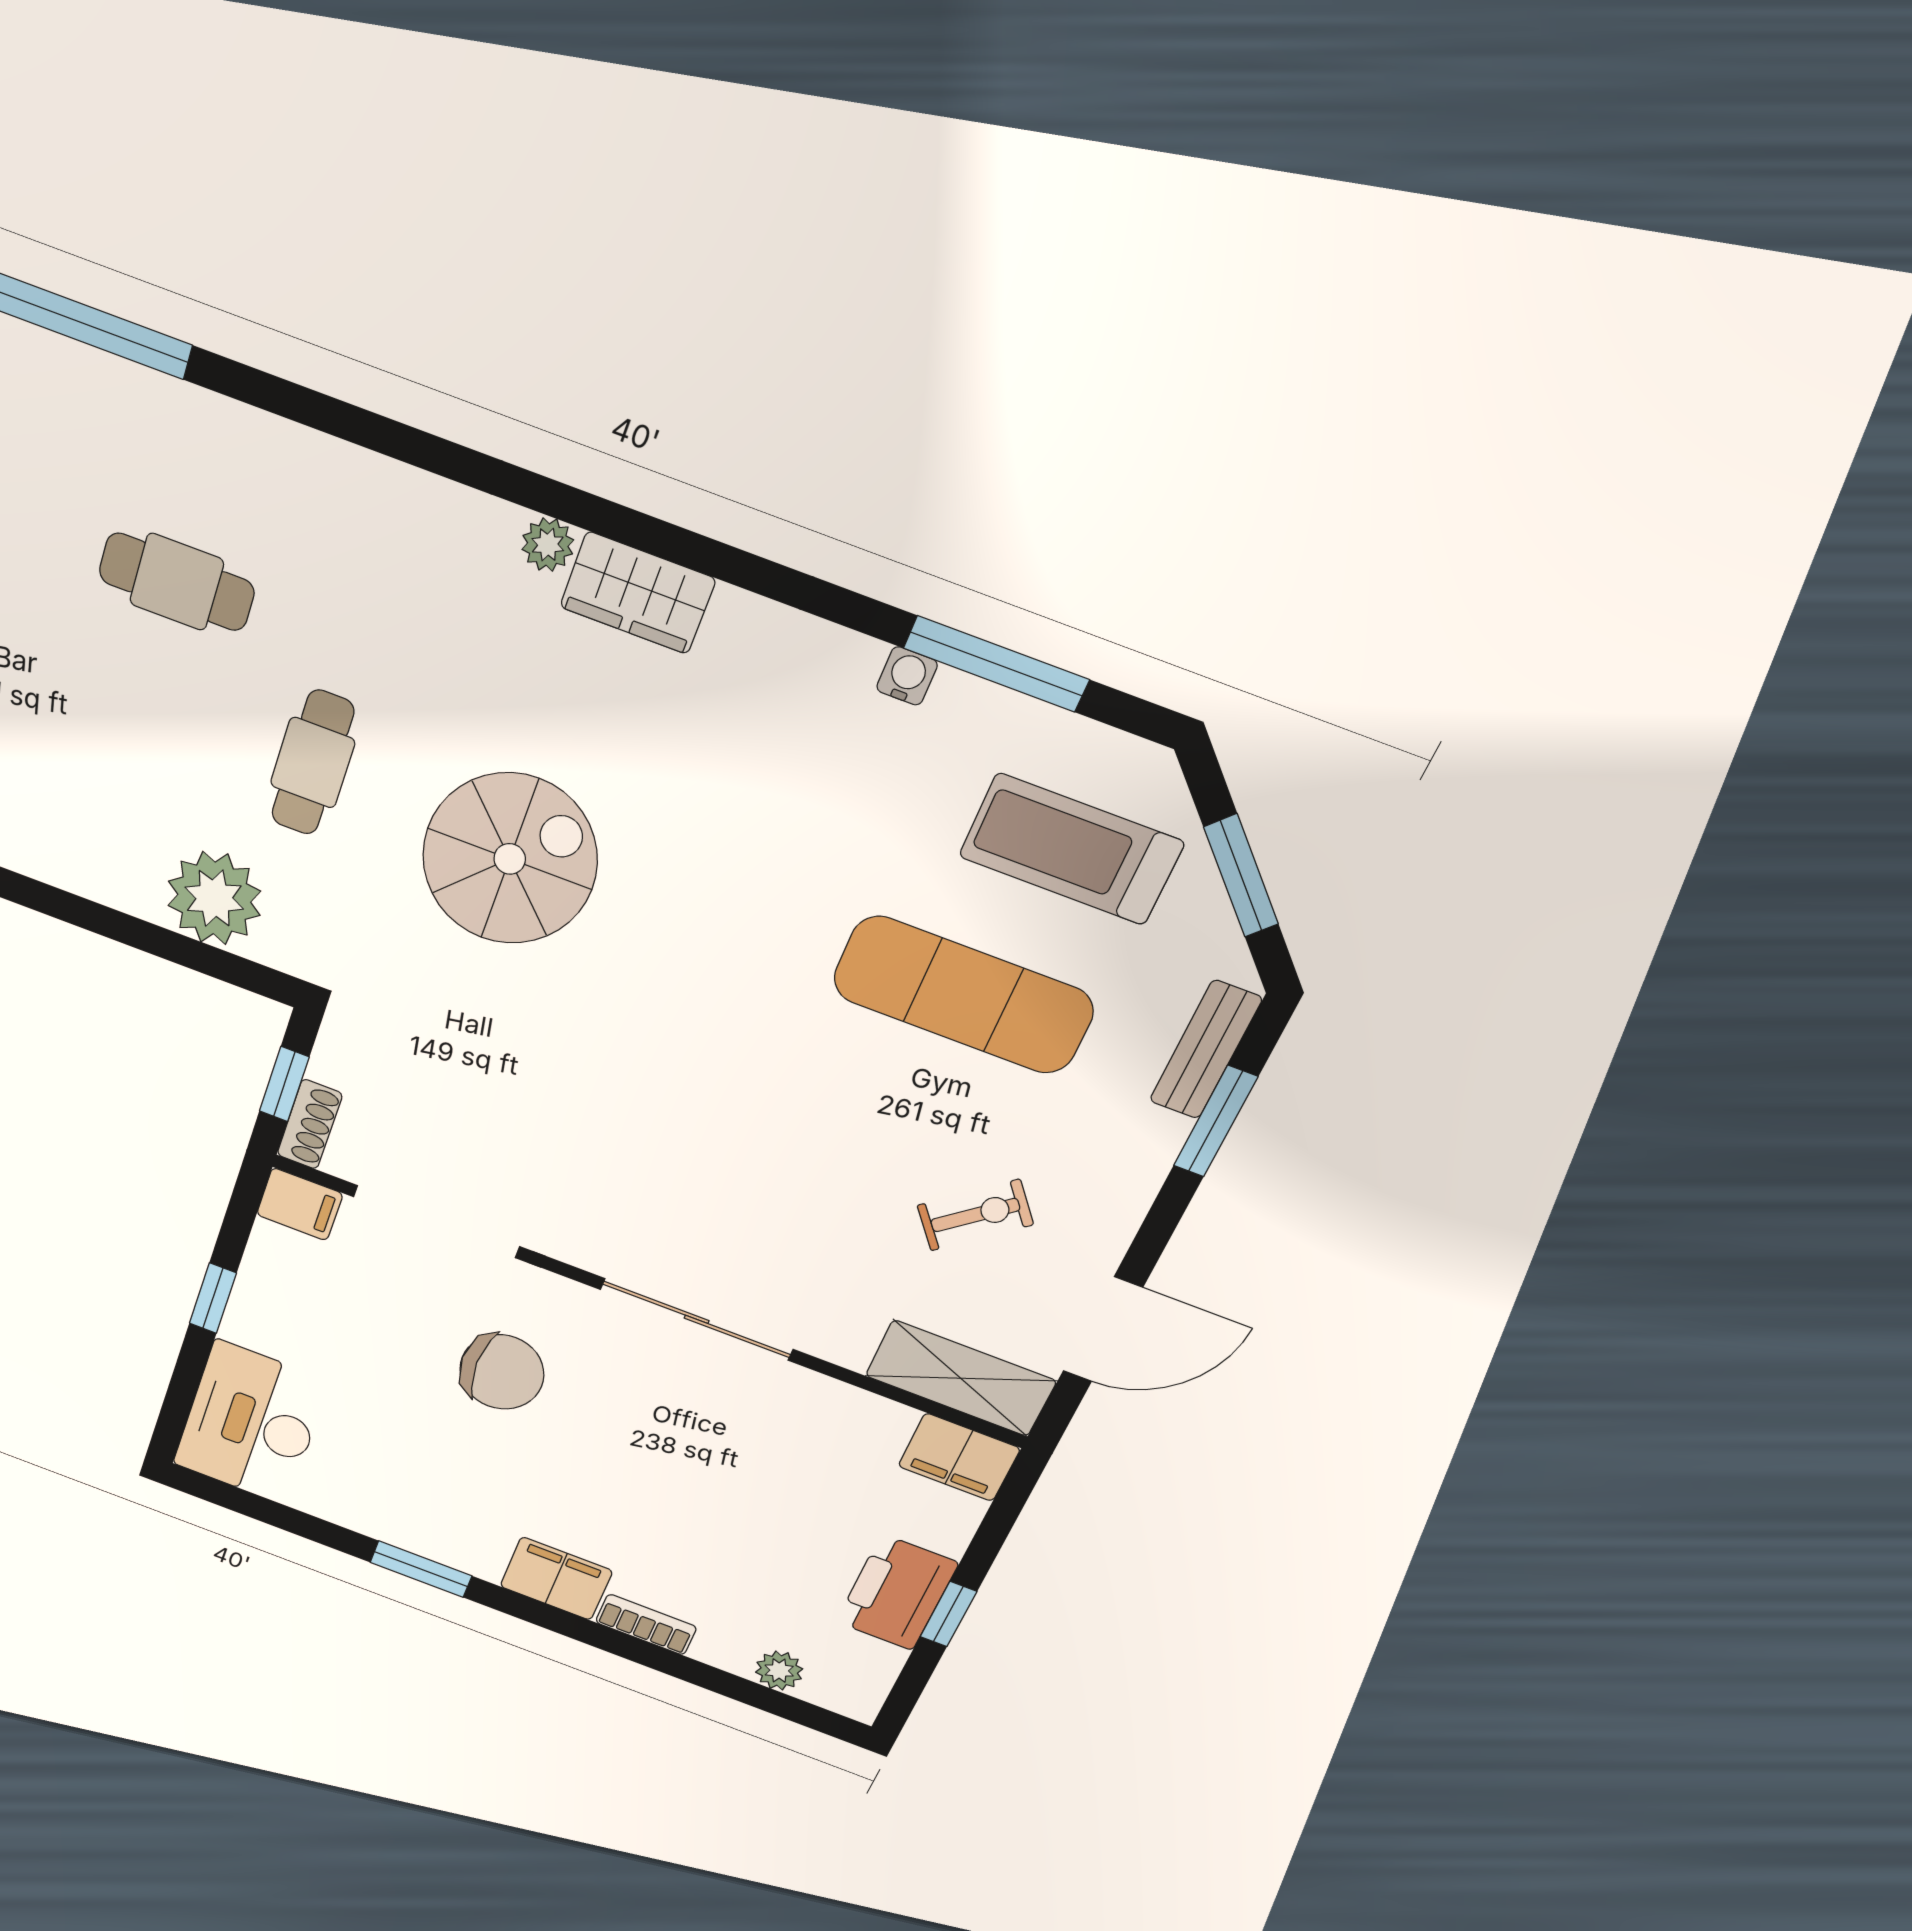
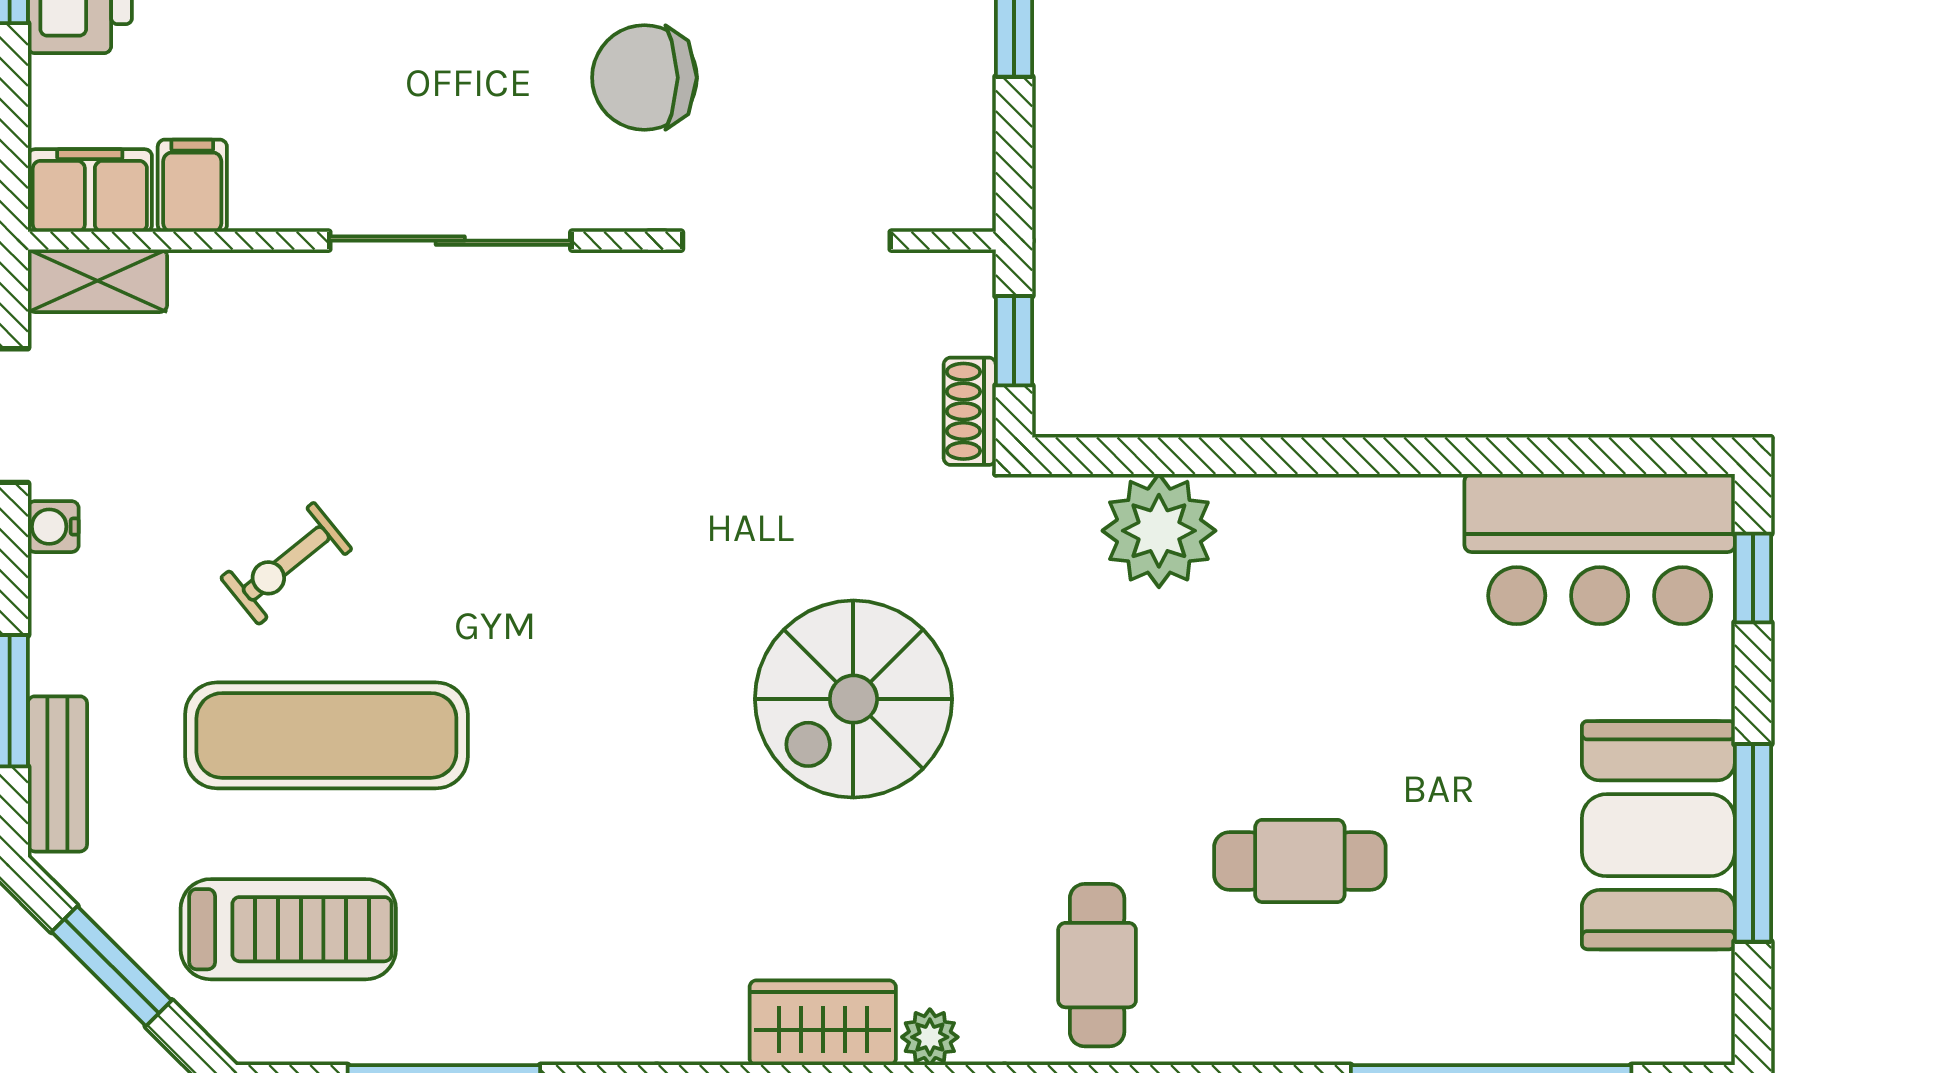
water cooler: (907, 676) -> (53, 527), moved, turned 90
cafe table: (313, 763) -> (1097, 965), moved
shoe rack: (310, 1124) -> (970, 411), moved
filing cabinet: (300, 1204) -> (192, 186), moved, turned 90
exercise bike: (975, 1215) -> (286, 563), moved
shelving: (961, 1378) -> (97, 281), width x0.67, depth x0.75

